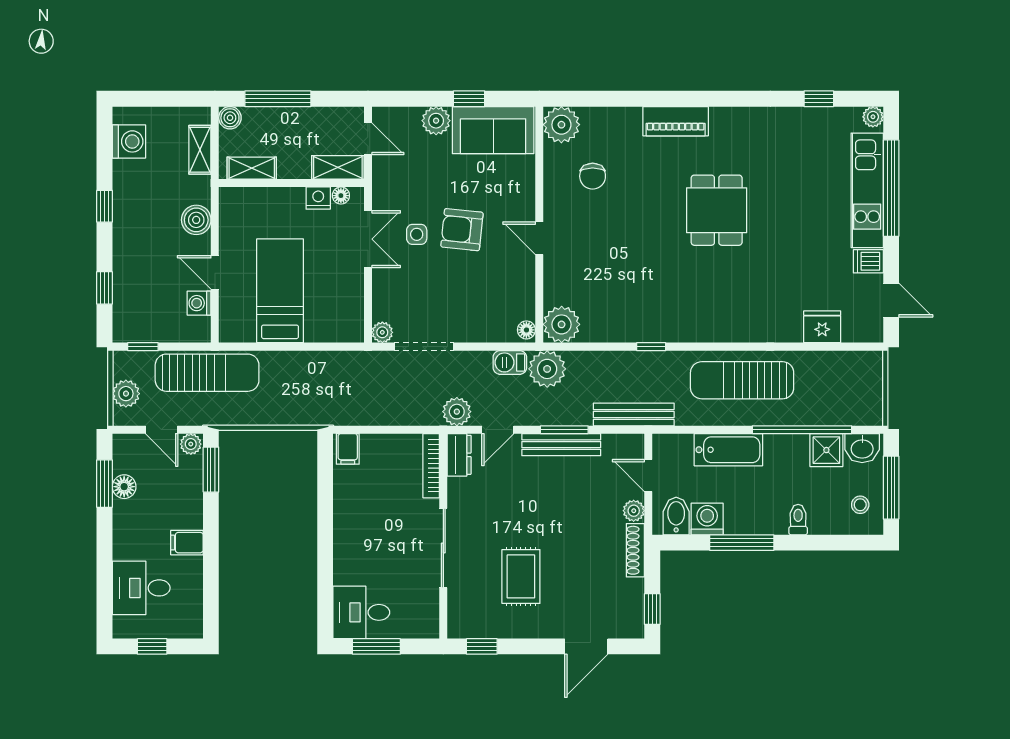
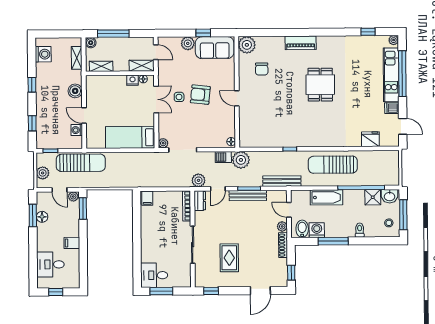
bed: (280, 291) -> (130, 137), moved, turned -90
plant: (562, 324) -> (248, 139), removed

